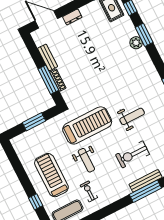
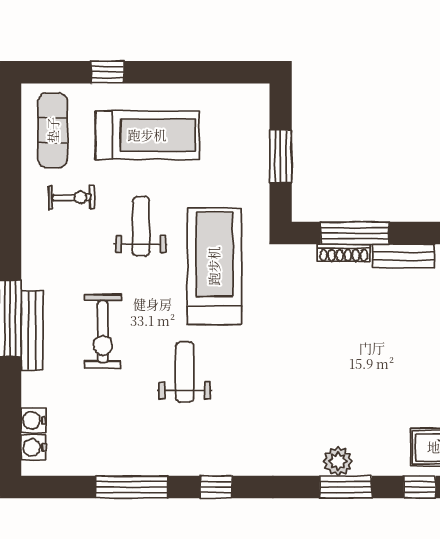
weight bench: (132, 116) -> (185, 372), turned 180
treadmill: (87, 125) -> (214, 266), turned 180
exercise bike: (133, 154) -> (103, 331), turned 180
weight bench: (86, 160) -> (141, 226), turned 90

